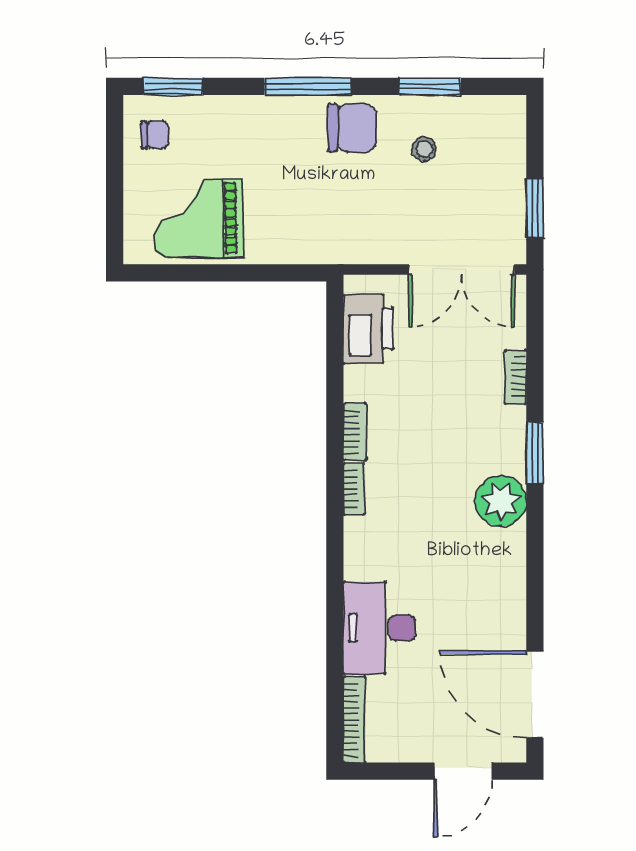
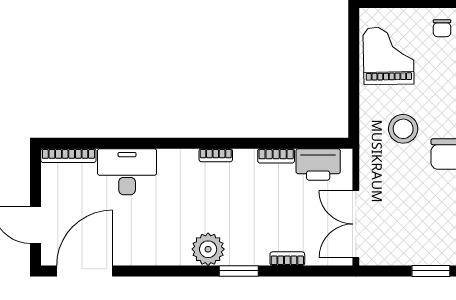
stool: (424, 149) -> (403, 129), moved, width x1.89, depth x1.89
window: (535, 208) -> (431, 271), moved
bookcase: (355, 432) -> (276, 156), moved

